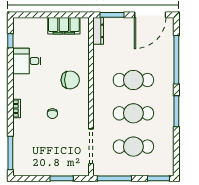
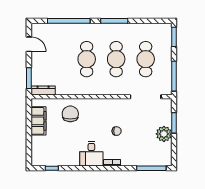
door: (150, 15) -> (29, 44), width x0.53
desk: (27, 61) -> (91, 154), moved
chair: (70, 80) -> (70, 114), moved
plant: (49, 167) -> (164, 134), added

